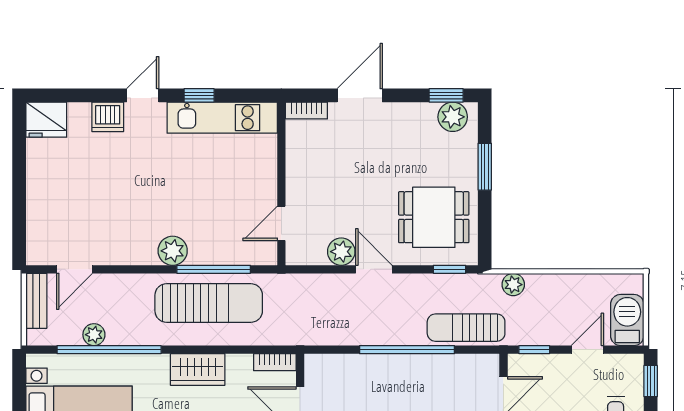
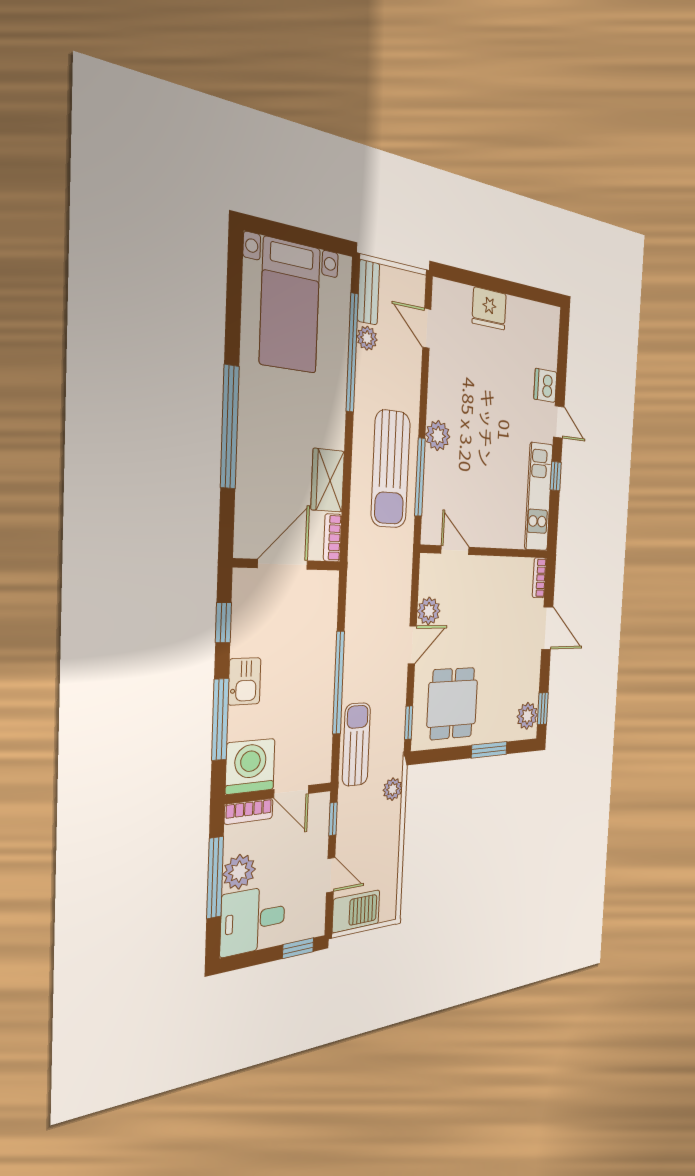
fridge: (46, 120) -> (489, 308), moved, turned -90
bench: (36, 301) -> (368, 292), moved, turned 90
wardrobe: (198, 369) -> (328, 480), moved

